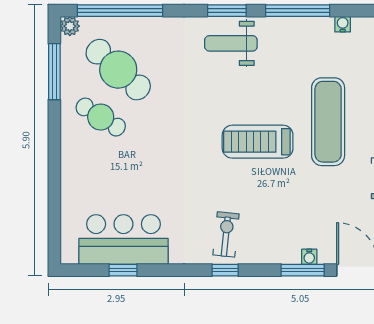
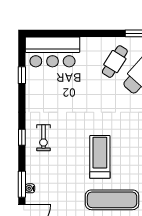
exercise bike: (226, 234) -> (43, 138), turned 84
bar counter: (123, 239) -> (52, 52), moved, turned 90

